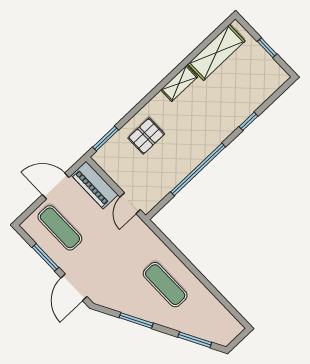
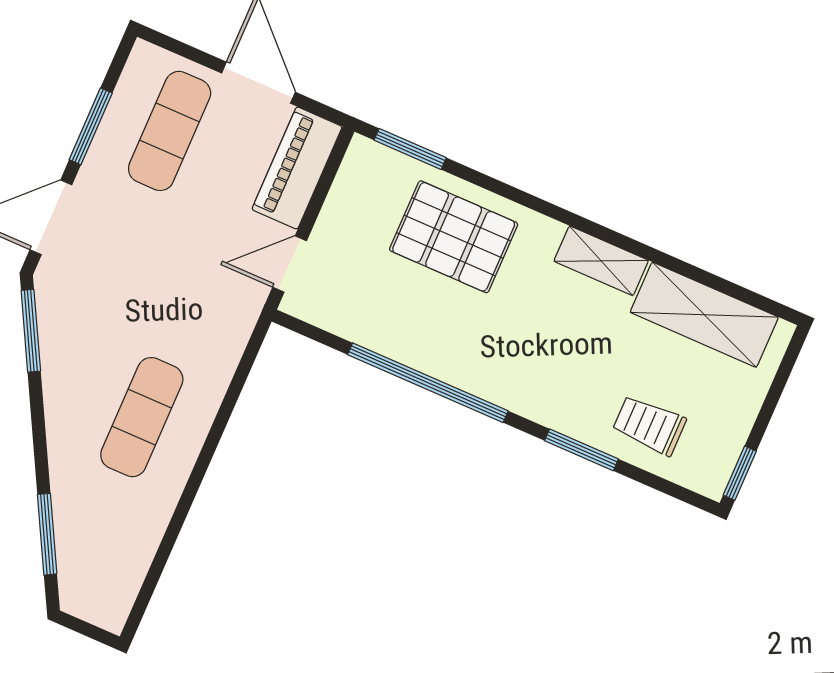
window: (267, 48) -> (740, 473), moved
trolley: (250, 91) -> (649, 425), added
window: (249, 121) -> (581, 450), width x1.50
pallet: (146, 136) -> (454, 237), width x1.50, depth x1.42
window: (136, 320) -> (31, 331), moved

